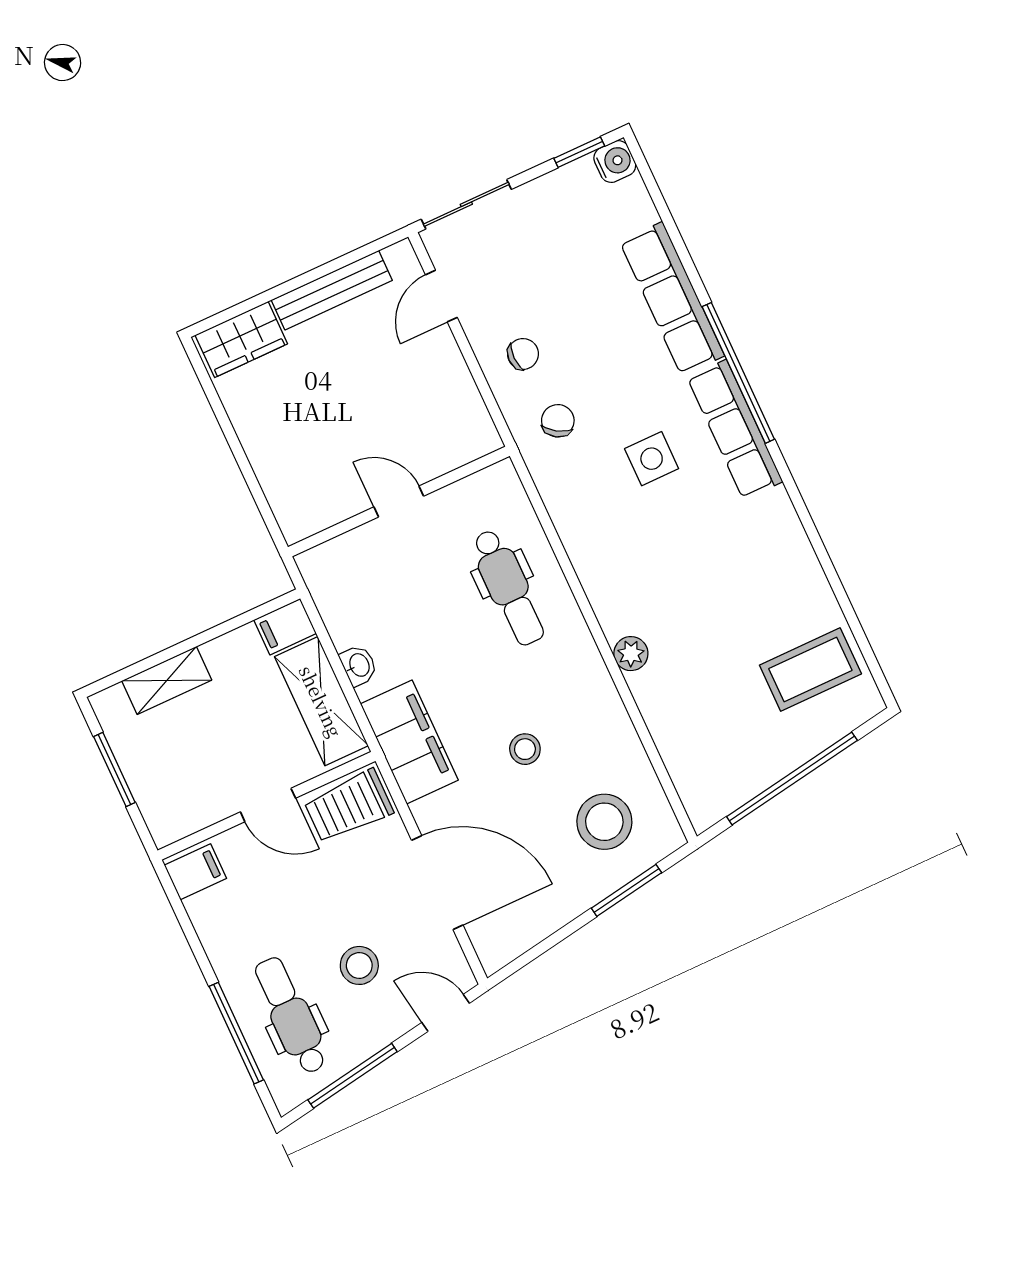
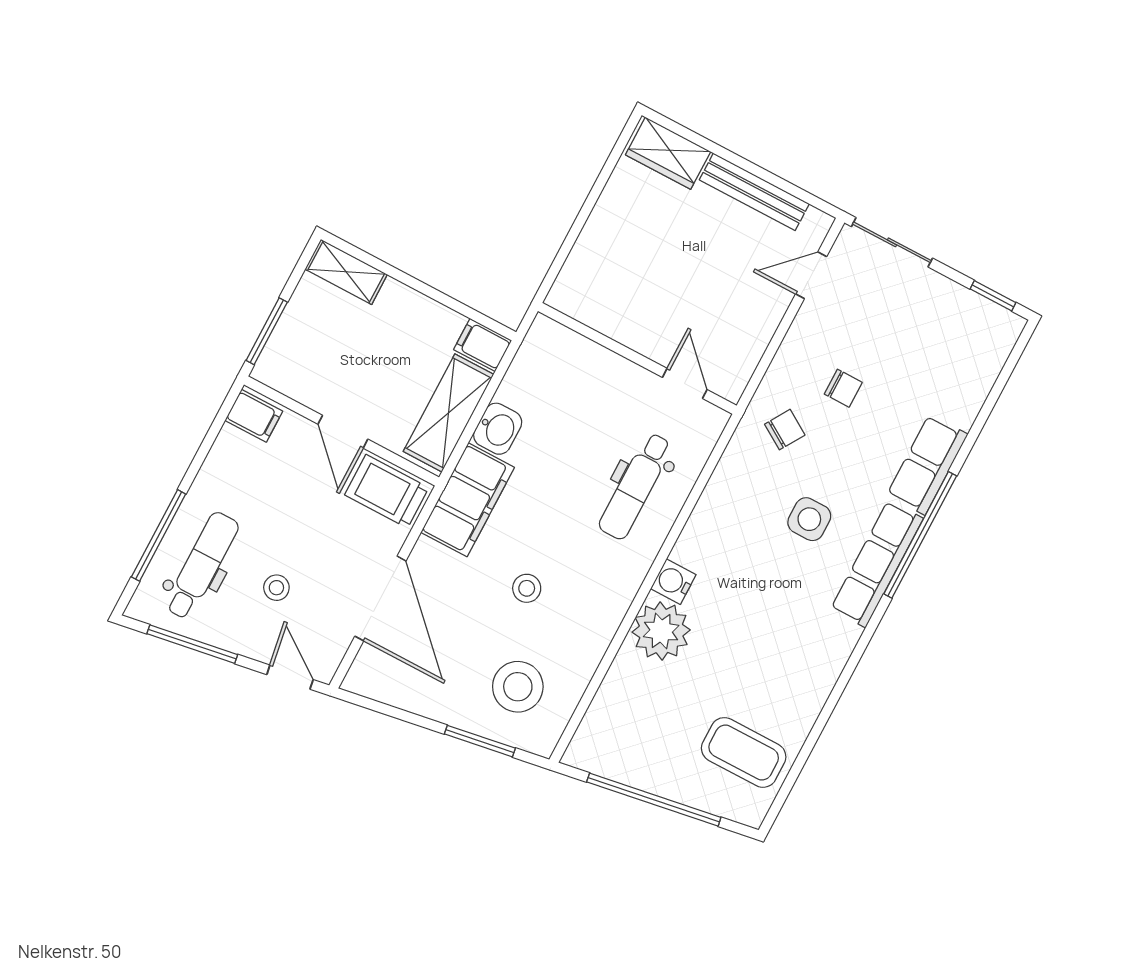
water cooler: (615, 162) -> (673, 582), moved, turned 180
row of seats: (672, 299) -> (927, 465), width x0.68
chair: (523, 354) -> (843, 388), moved
door: (399, 502) -> (685, 383), moved
plant: (631, 654) -> (661, 631), width x1.87, depth x1.87
washbasin: (359, 665) -> (498, 429), width x1.38, depth x1.45
shelving: (167, 680) -> (346, 272), moved
window: (114, 769) -> (267, 331), moved
stool: (359, 965) -> (276, 588), width x0.73, depth x0.73

